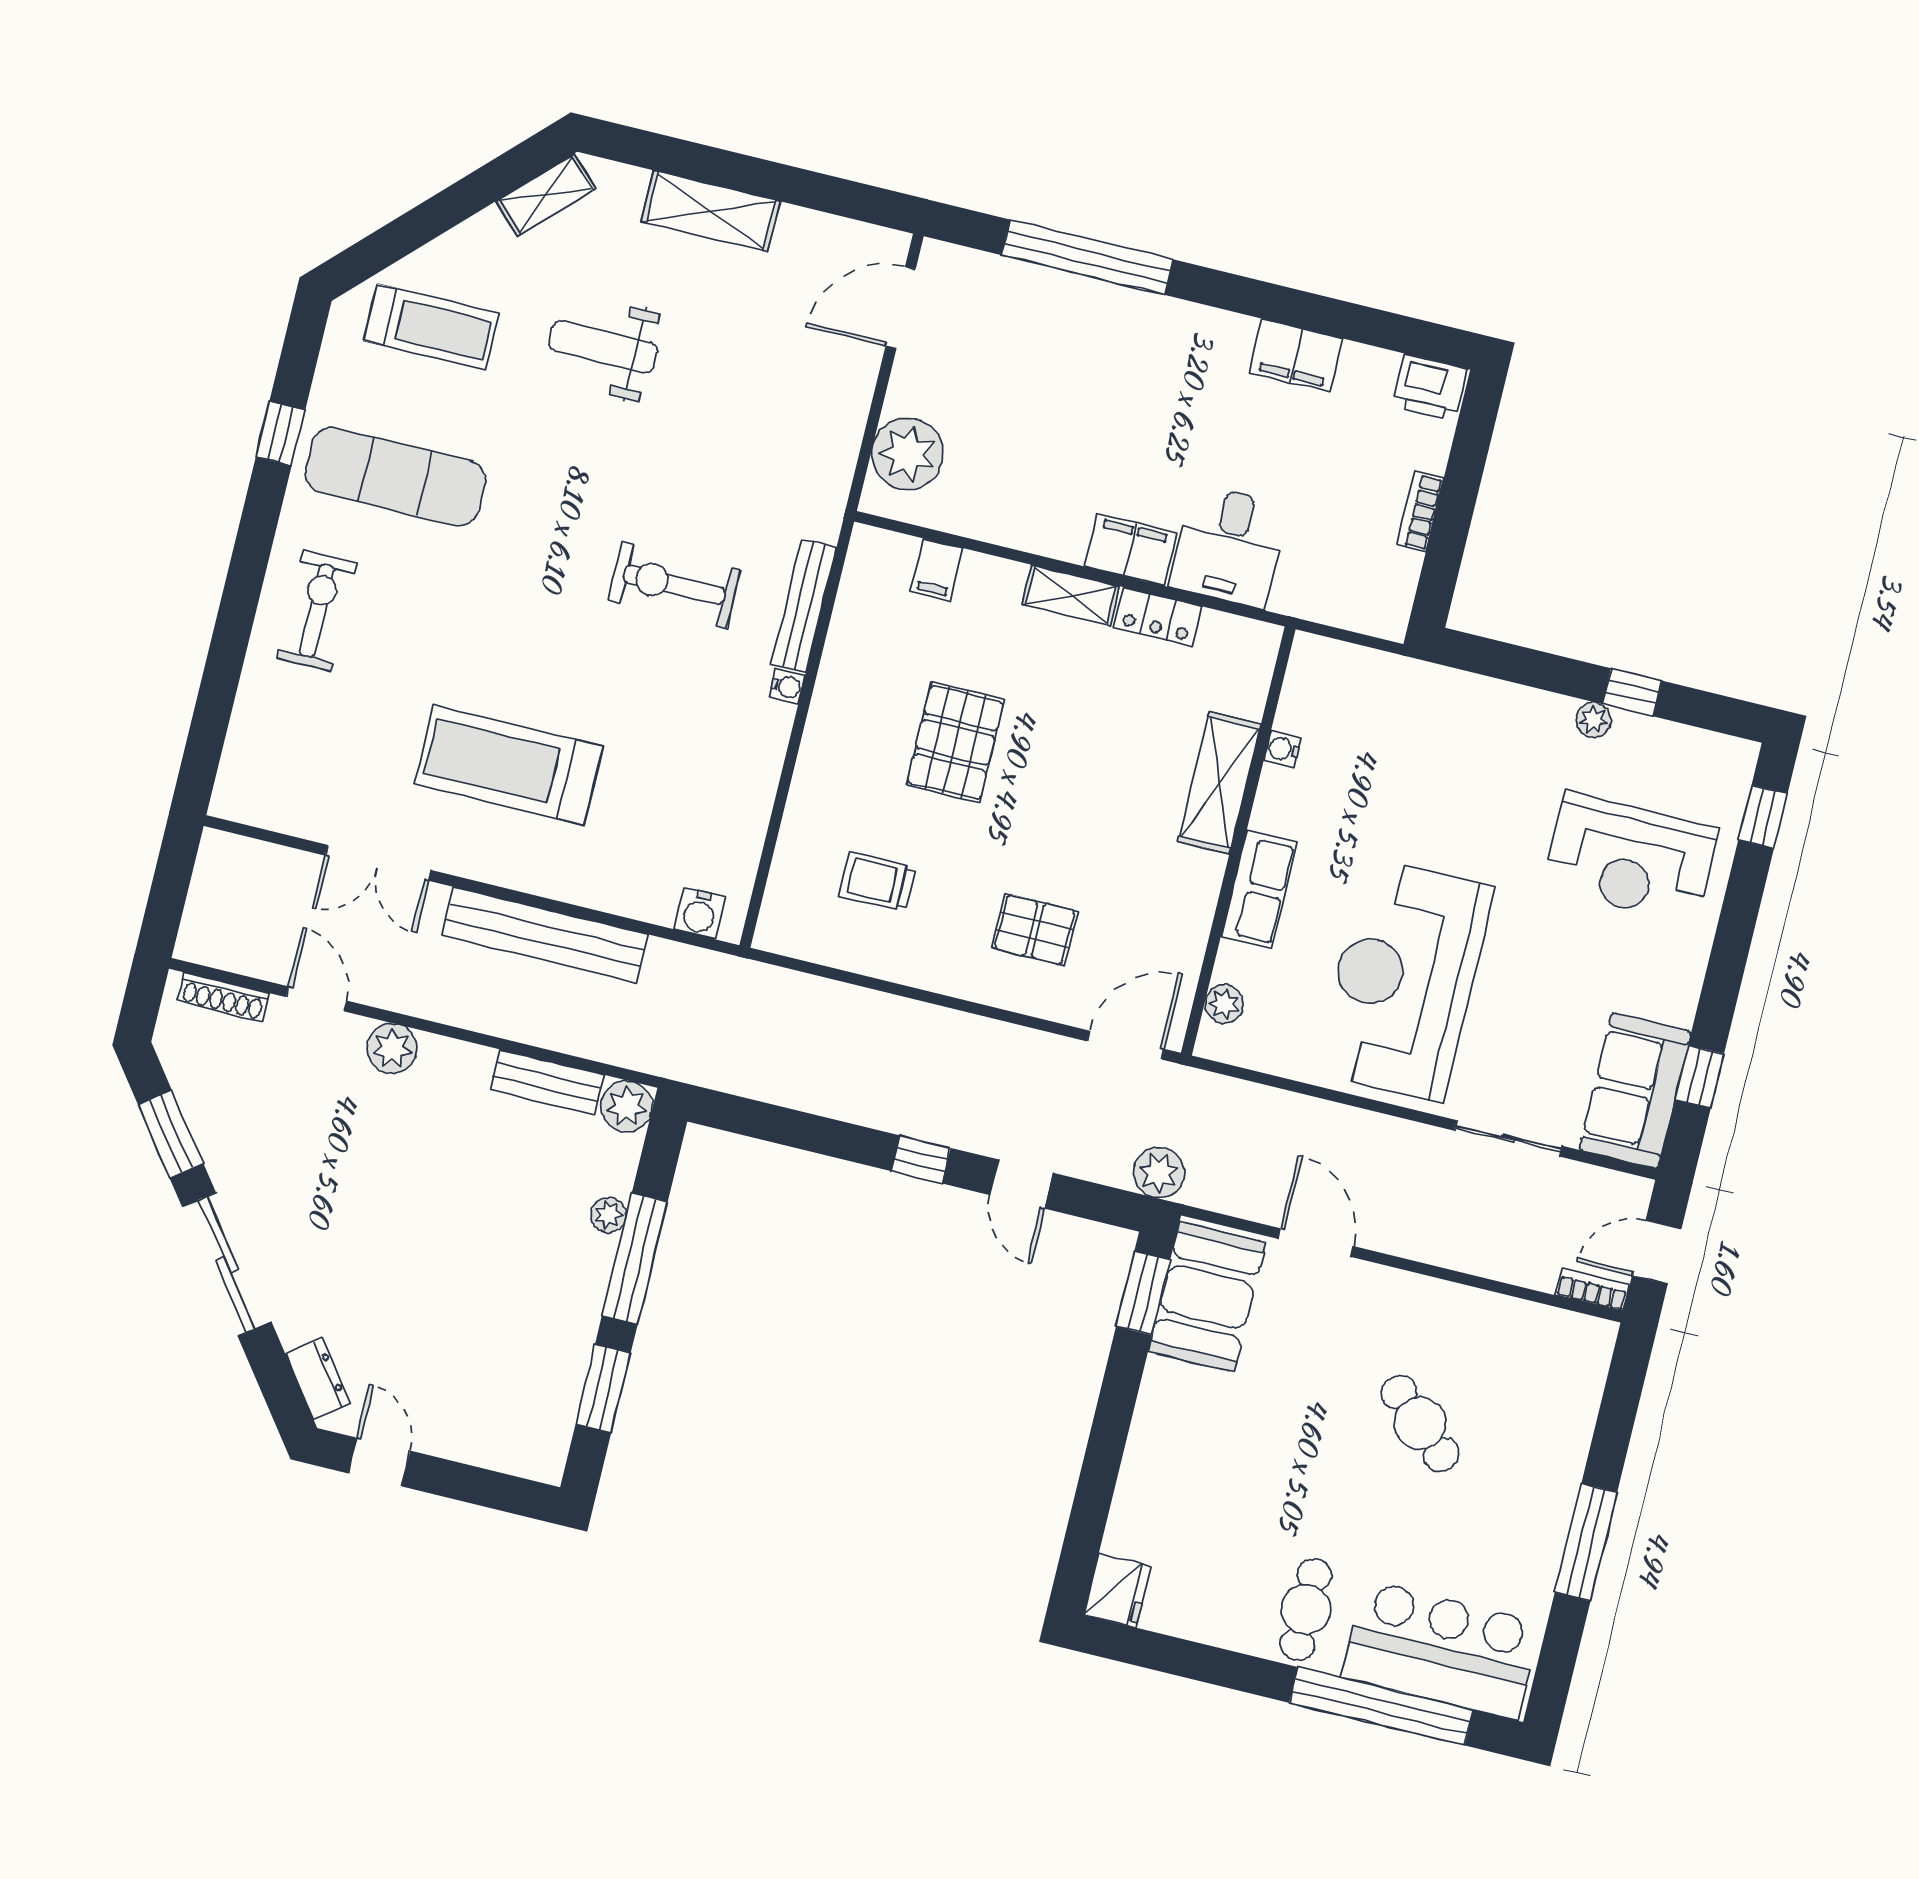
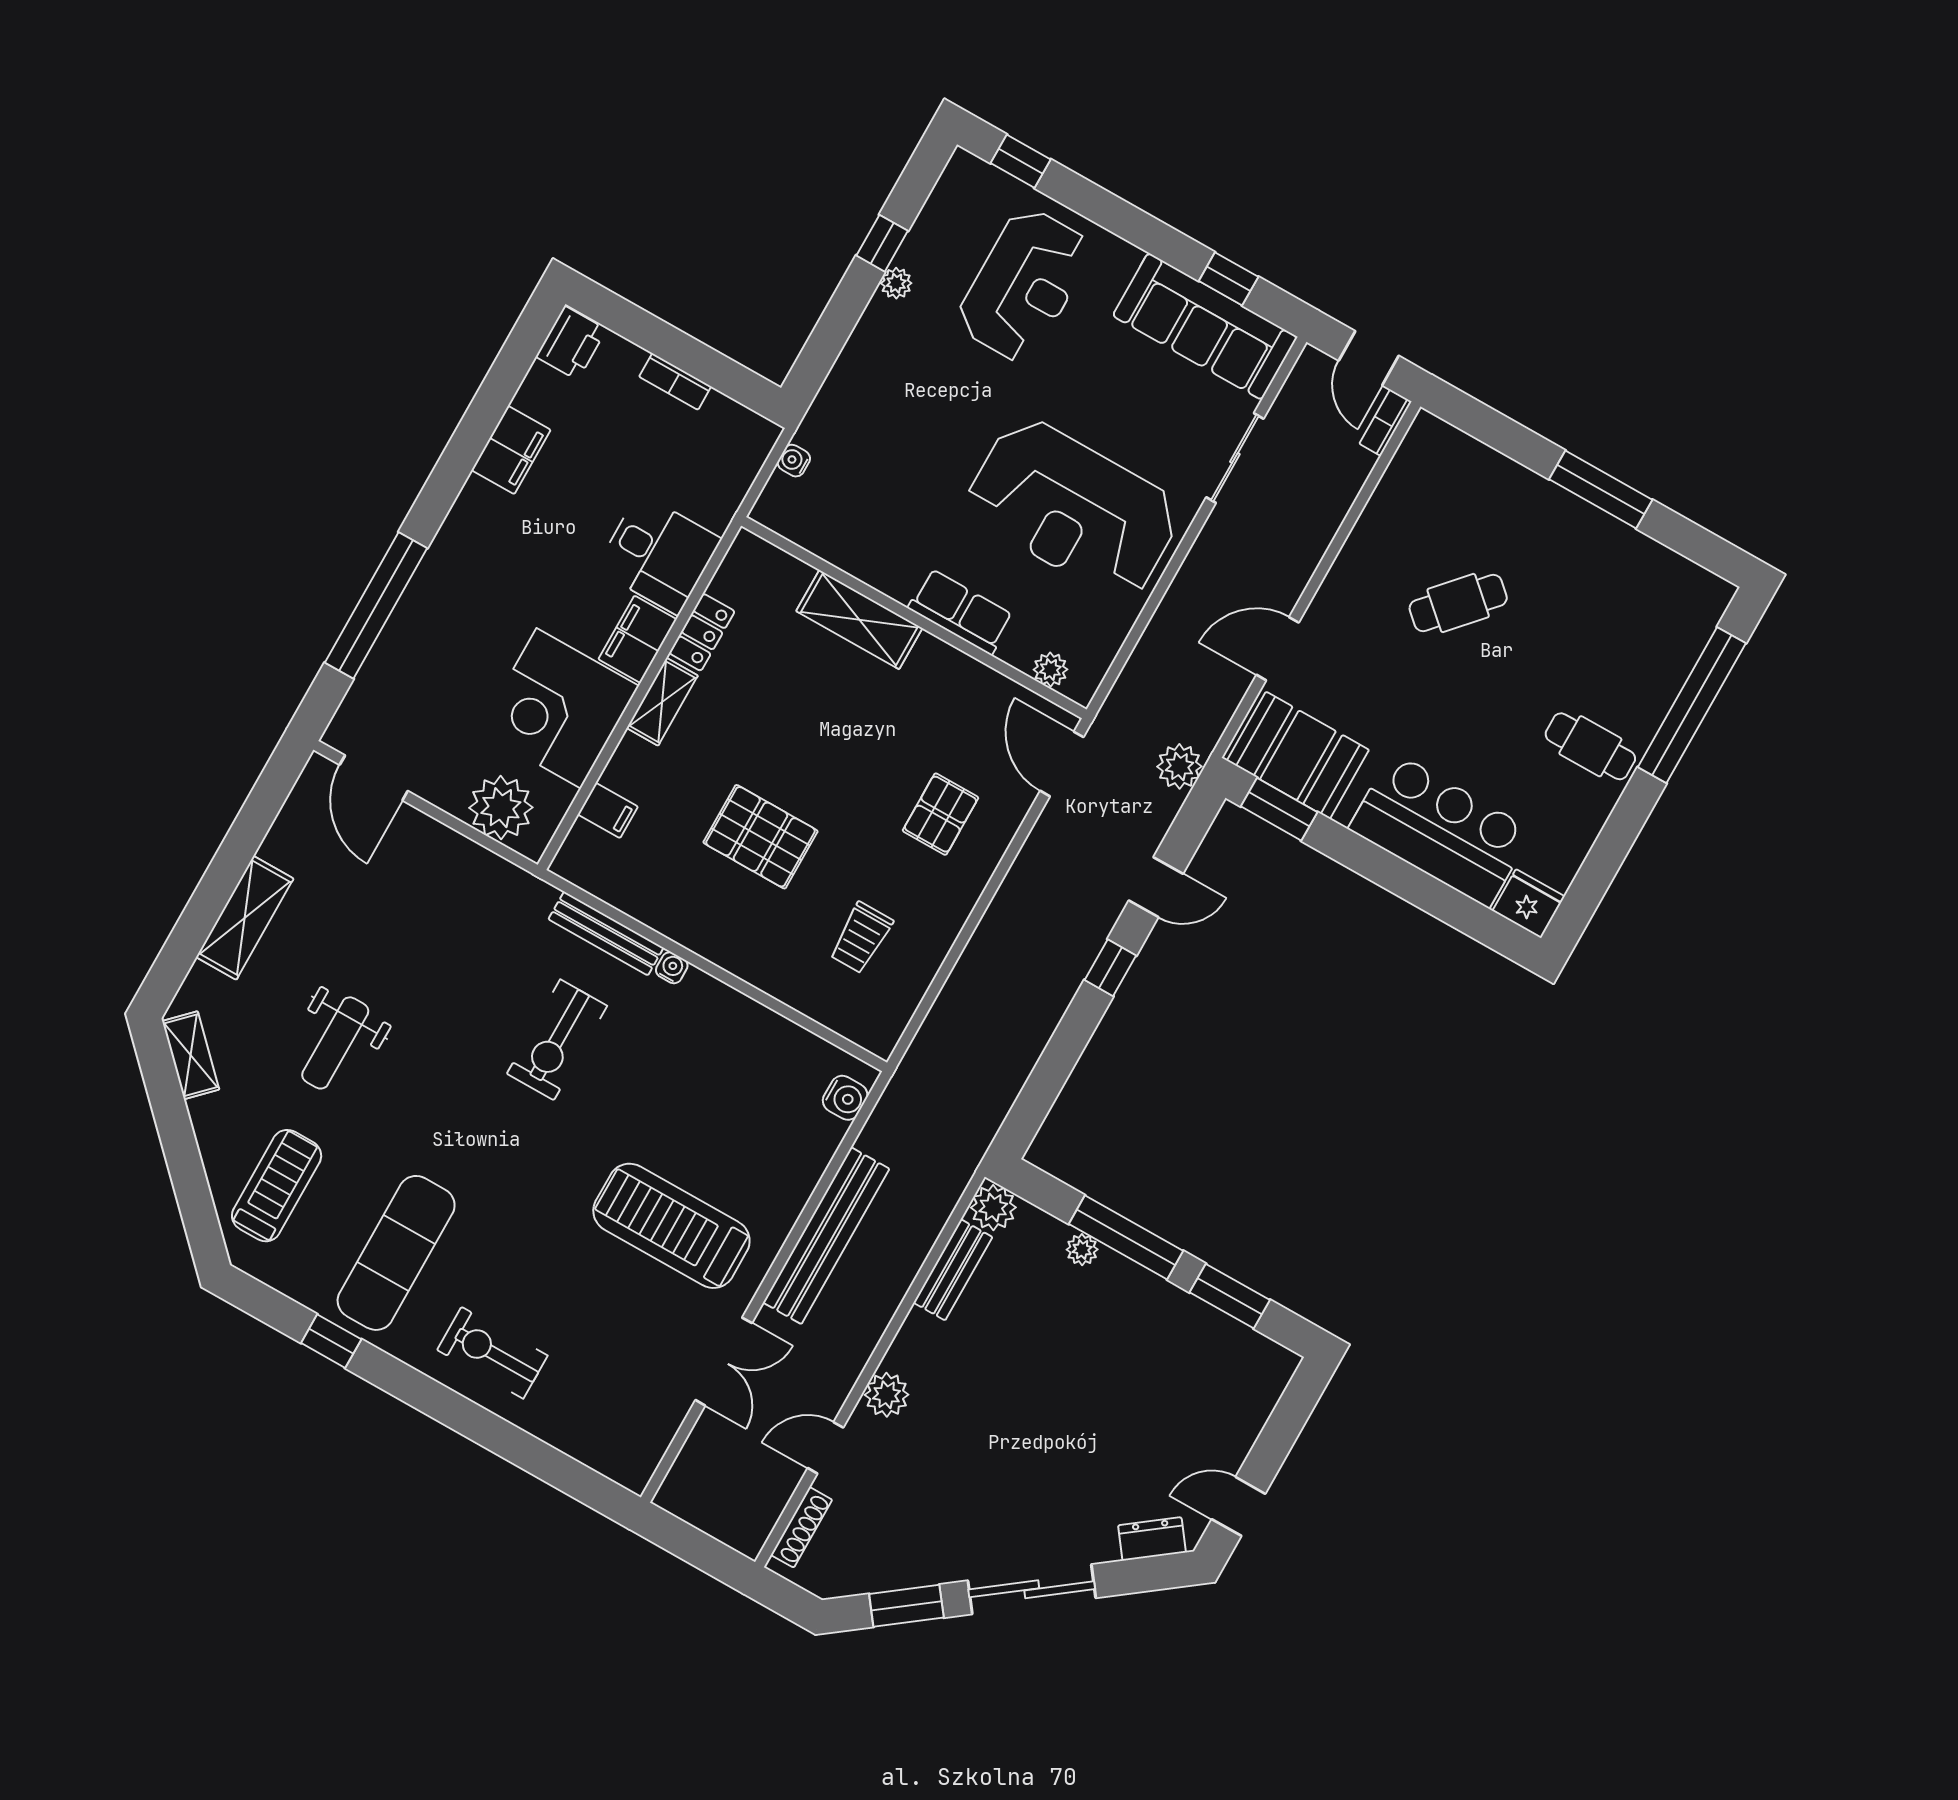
corner desk: (1032, 486) -> (559, 708), added
water cooler: (1282, 749) -> (794, 461), moved, turned 90
treadmill: (509, 765) -> (671, 1226), turned 90
sofa: (1635, 1091) -> (1205, 326), width x1.36
bar counter: (1441, 1650) -> (1441, 830), moved, turned 90

